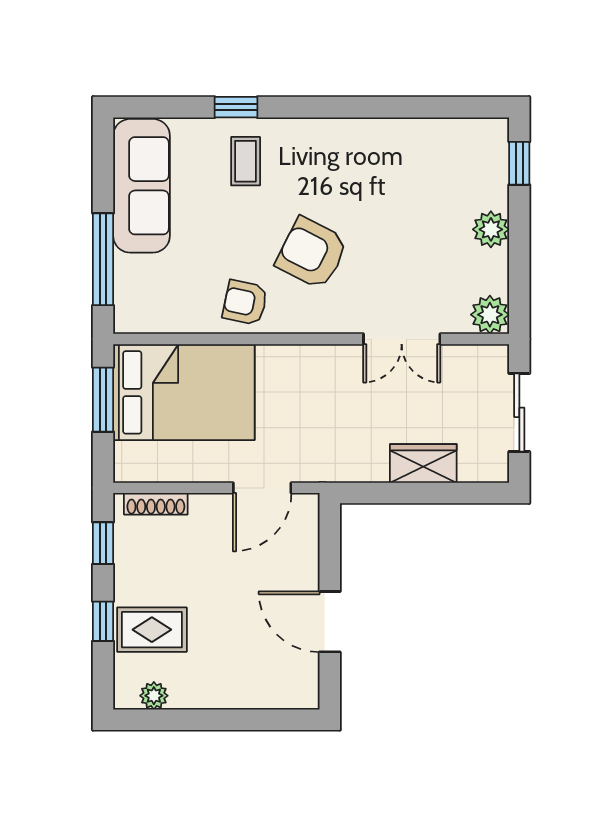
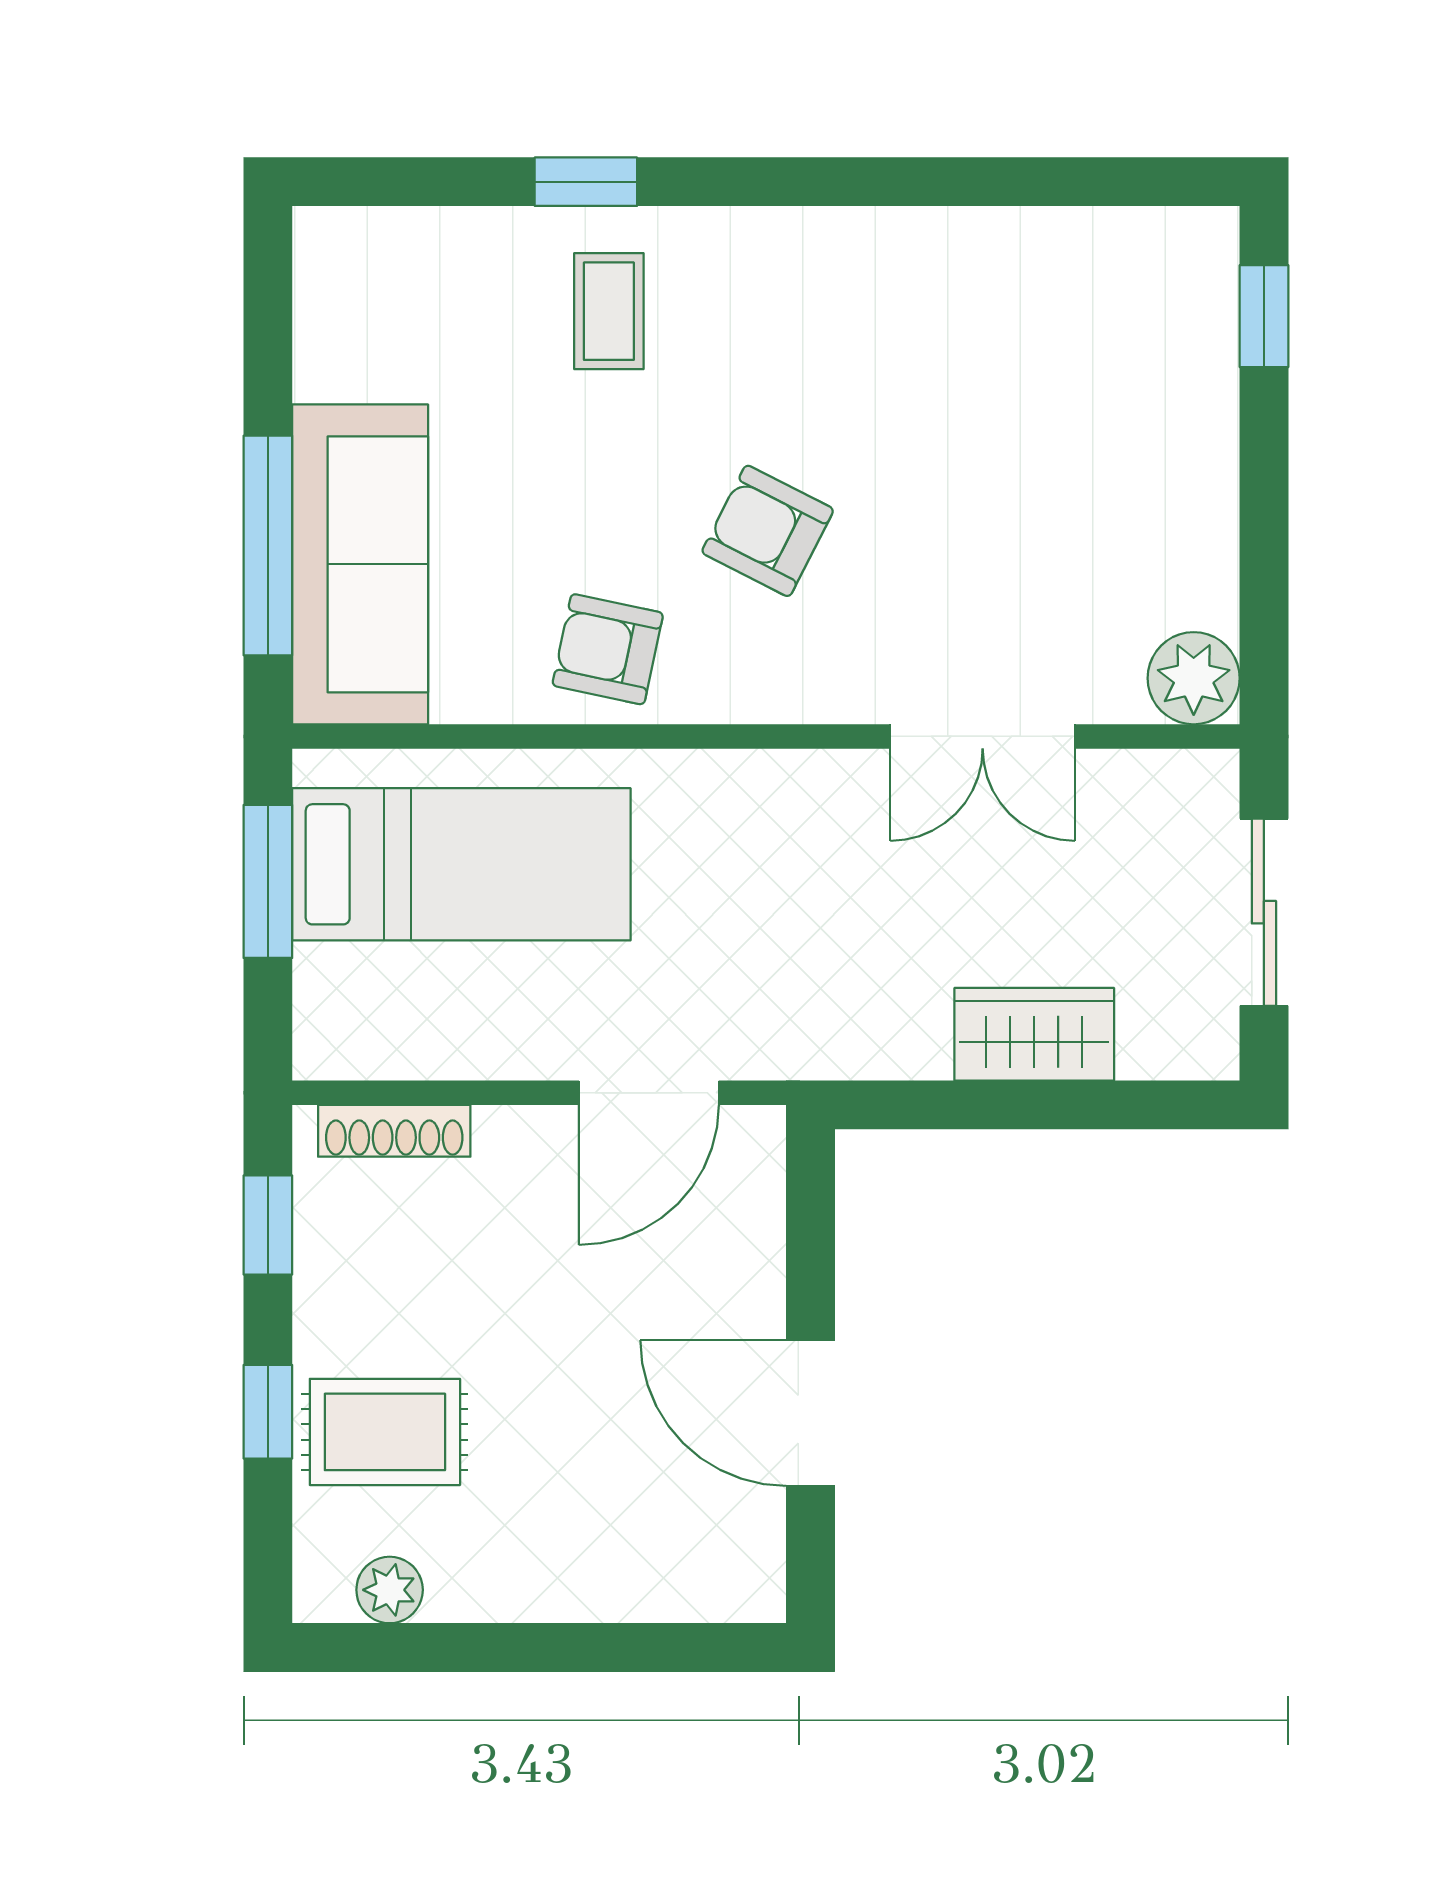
sofa: (142, 186) -> (360, 564), moved
plant: (491, 229) -> (1196, 474), removed
armchair: (312, 253) -> (768, 531), width x0.72, depth x0.72
bed: (184, 392) -> (461, 864), width x0.67

